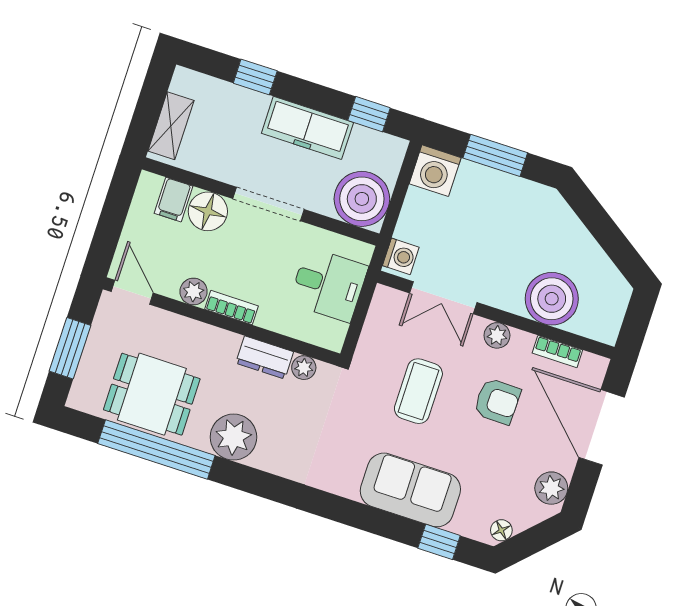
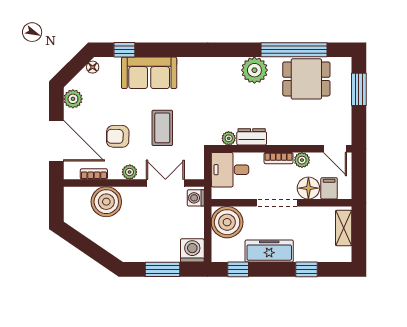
door: (132, 292) -> (335, 149), moved
plant: (194, 292) -> (302, 160), moved
bookcase: (231, 308) -> (279, 158), moved
wall: (221, 321) -> (281, 149), moved
dresser: (265, 357) -> (252, 137), moved
plant: (304, 368) -> (229, 138), moved

